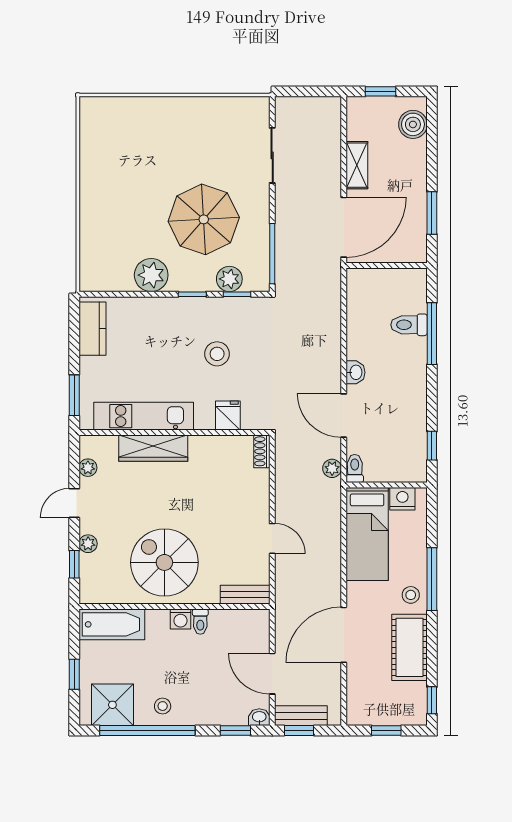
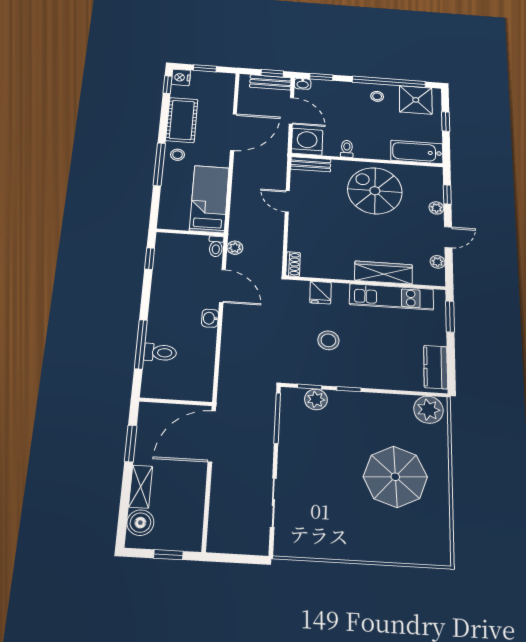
shelving: (357, 165) -> (141, 487), moved
parasol: (204, 219) -> (395, 477), moved
plant: (151, 275) -> (428, 410), moved
nightstand: (402, 499) -> (181, 77), moved, turned 90
spiral stairs: (164, 562) -> (375, 191), turned 180
washing machine: (180, 619) -> (307, 142), moved, width x1.89, depth x1.89

